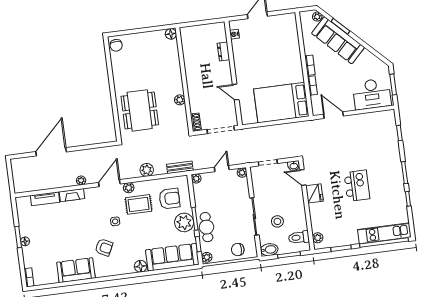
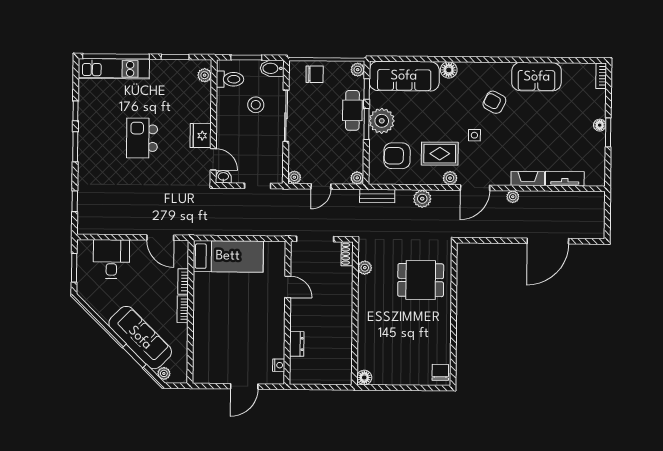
desk: (372, 94) -> (111, 259), width x0.73
plant: (180, 100) -> (365, 268), moved
bed: (281, 103) -> (228, 256), width x0.67
dining table: (140, 110) -> (421, 280), width x0.73

